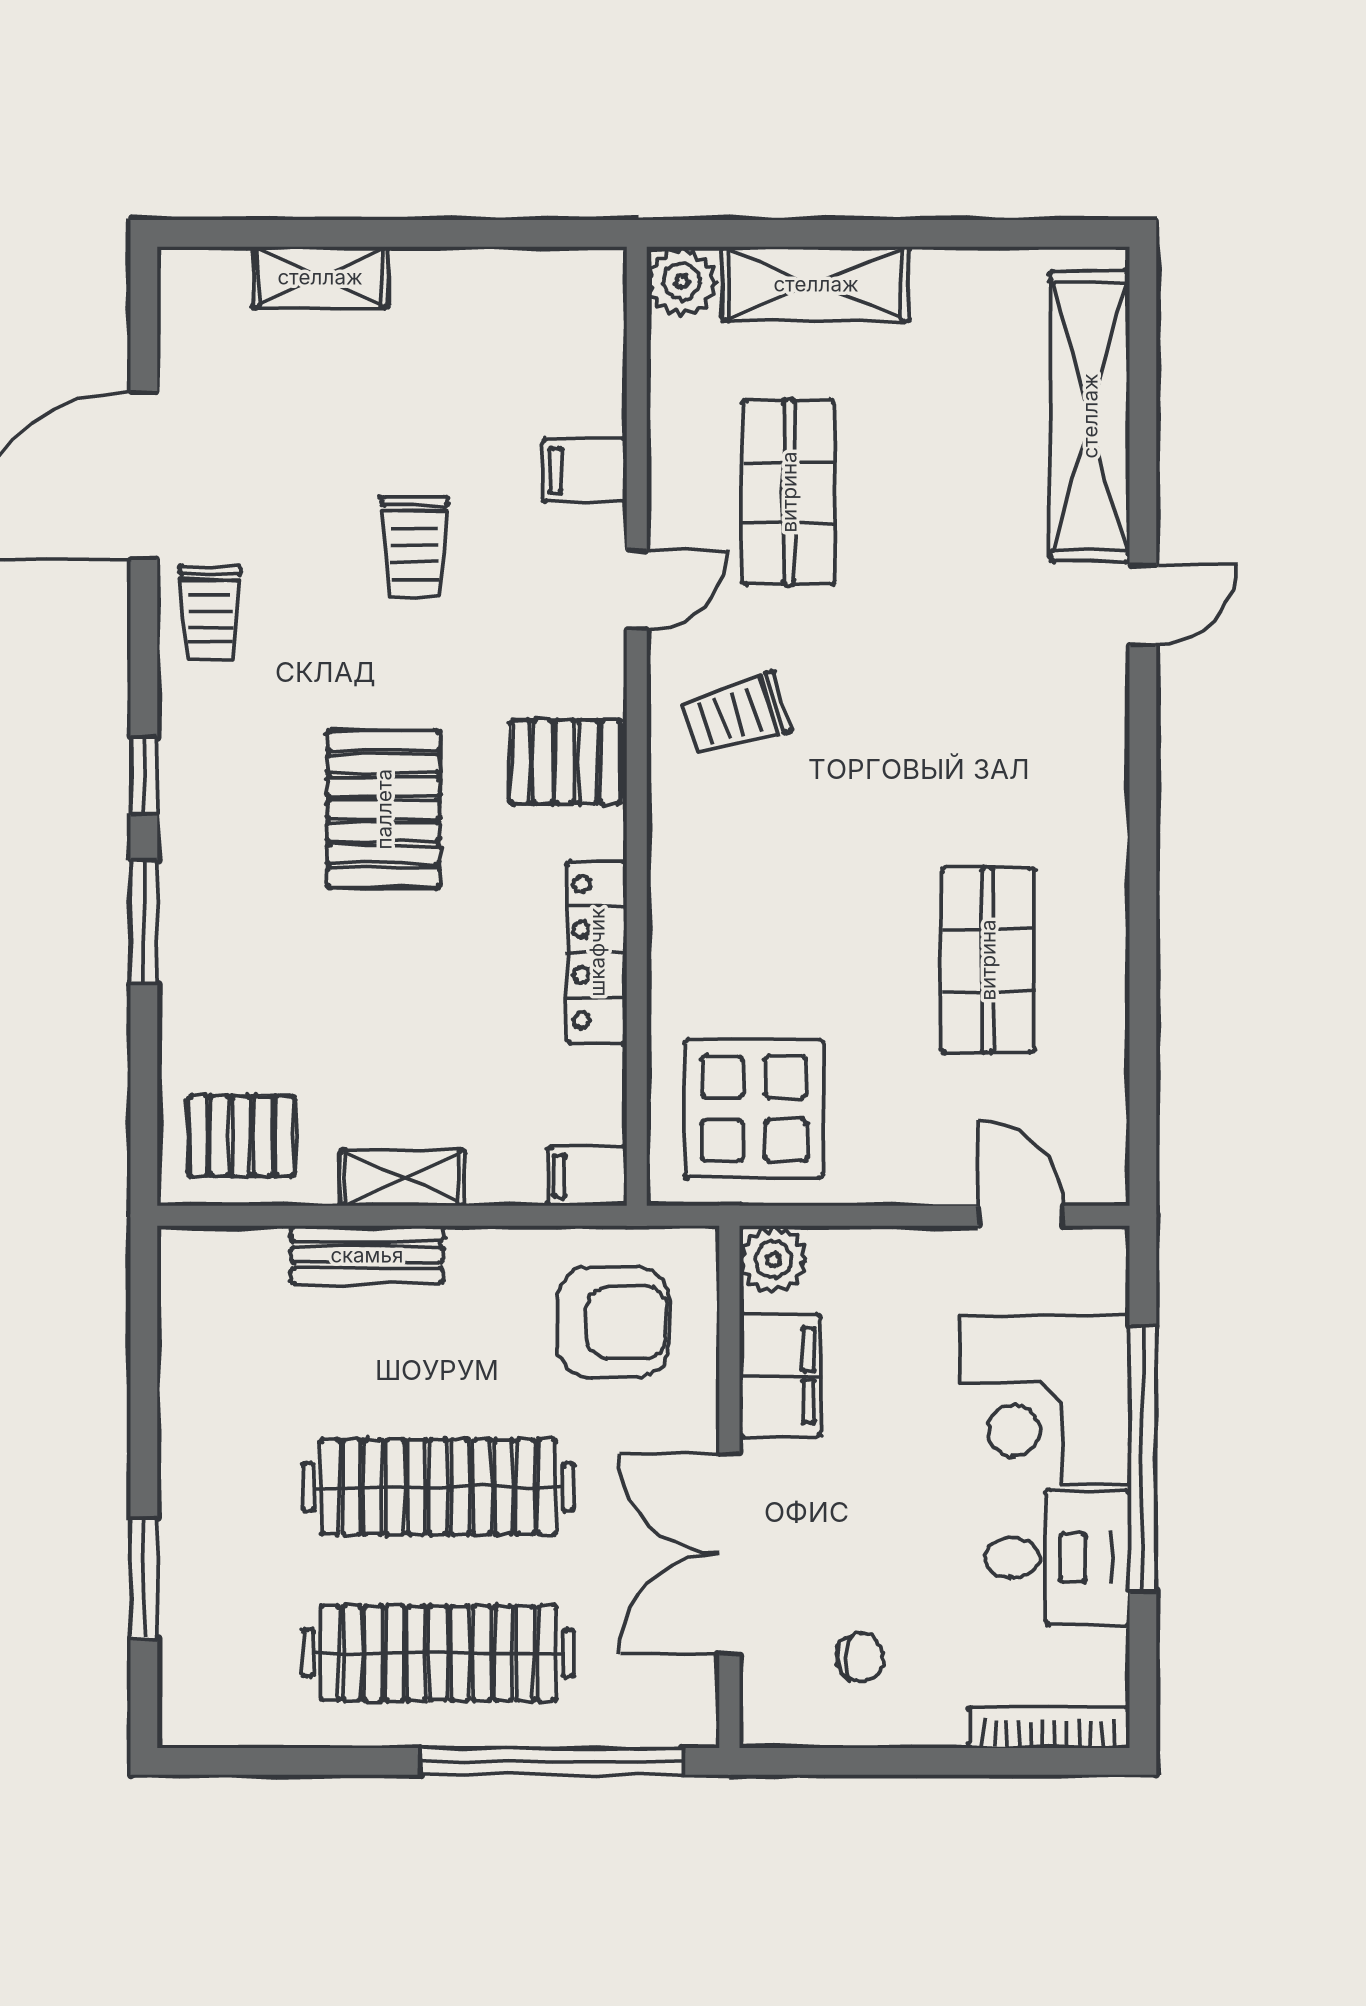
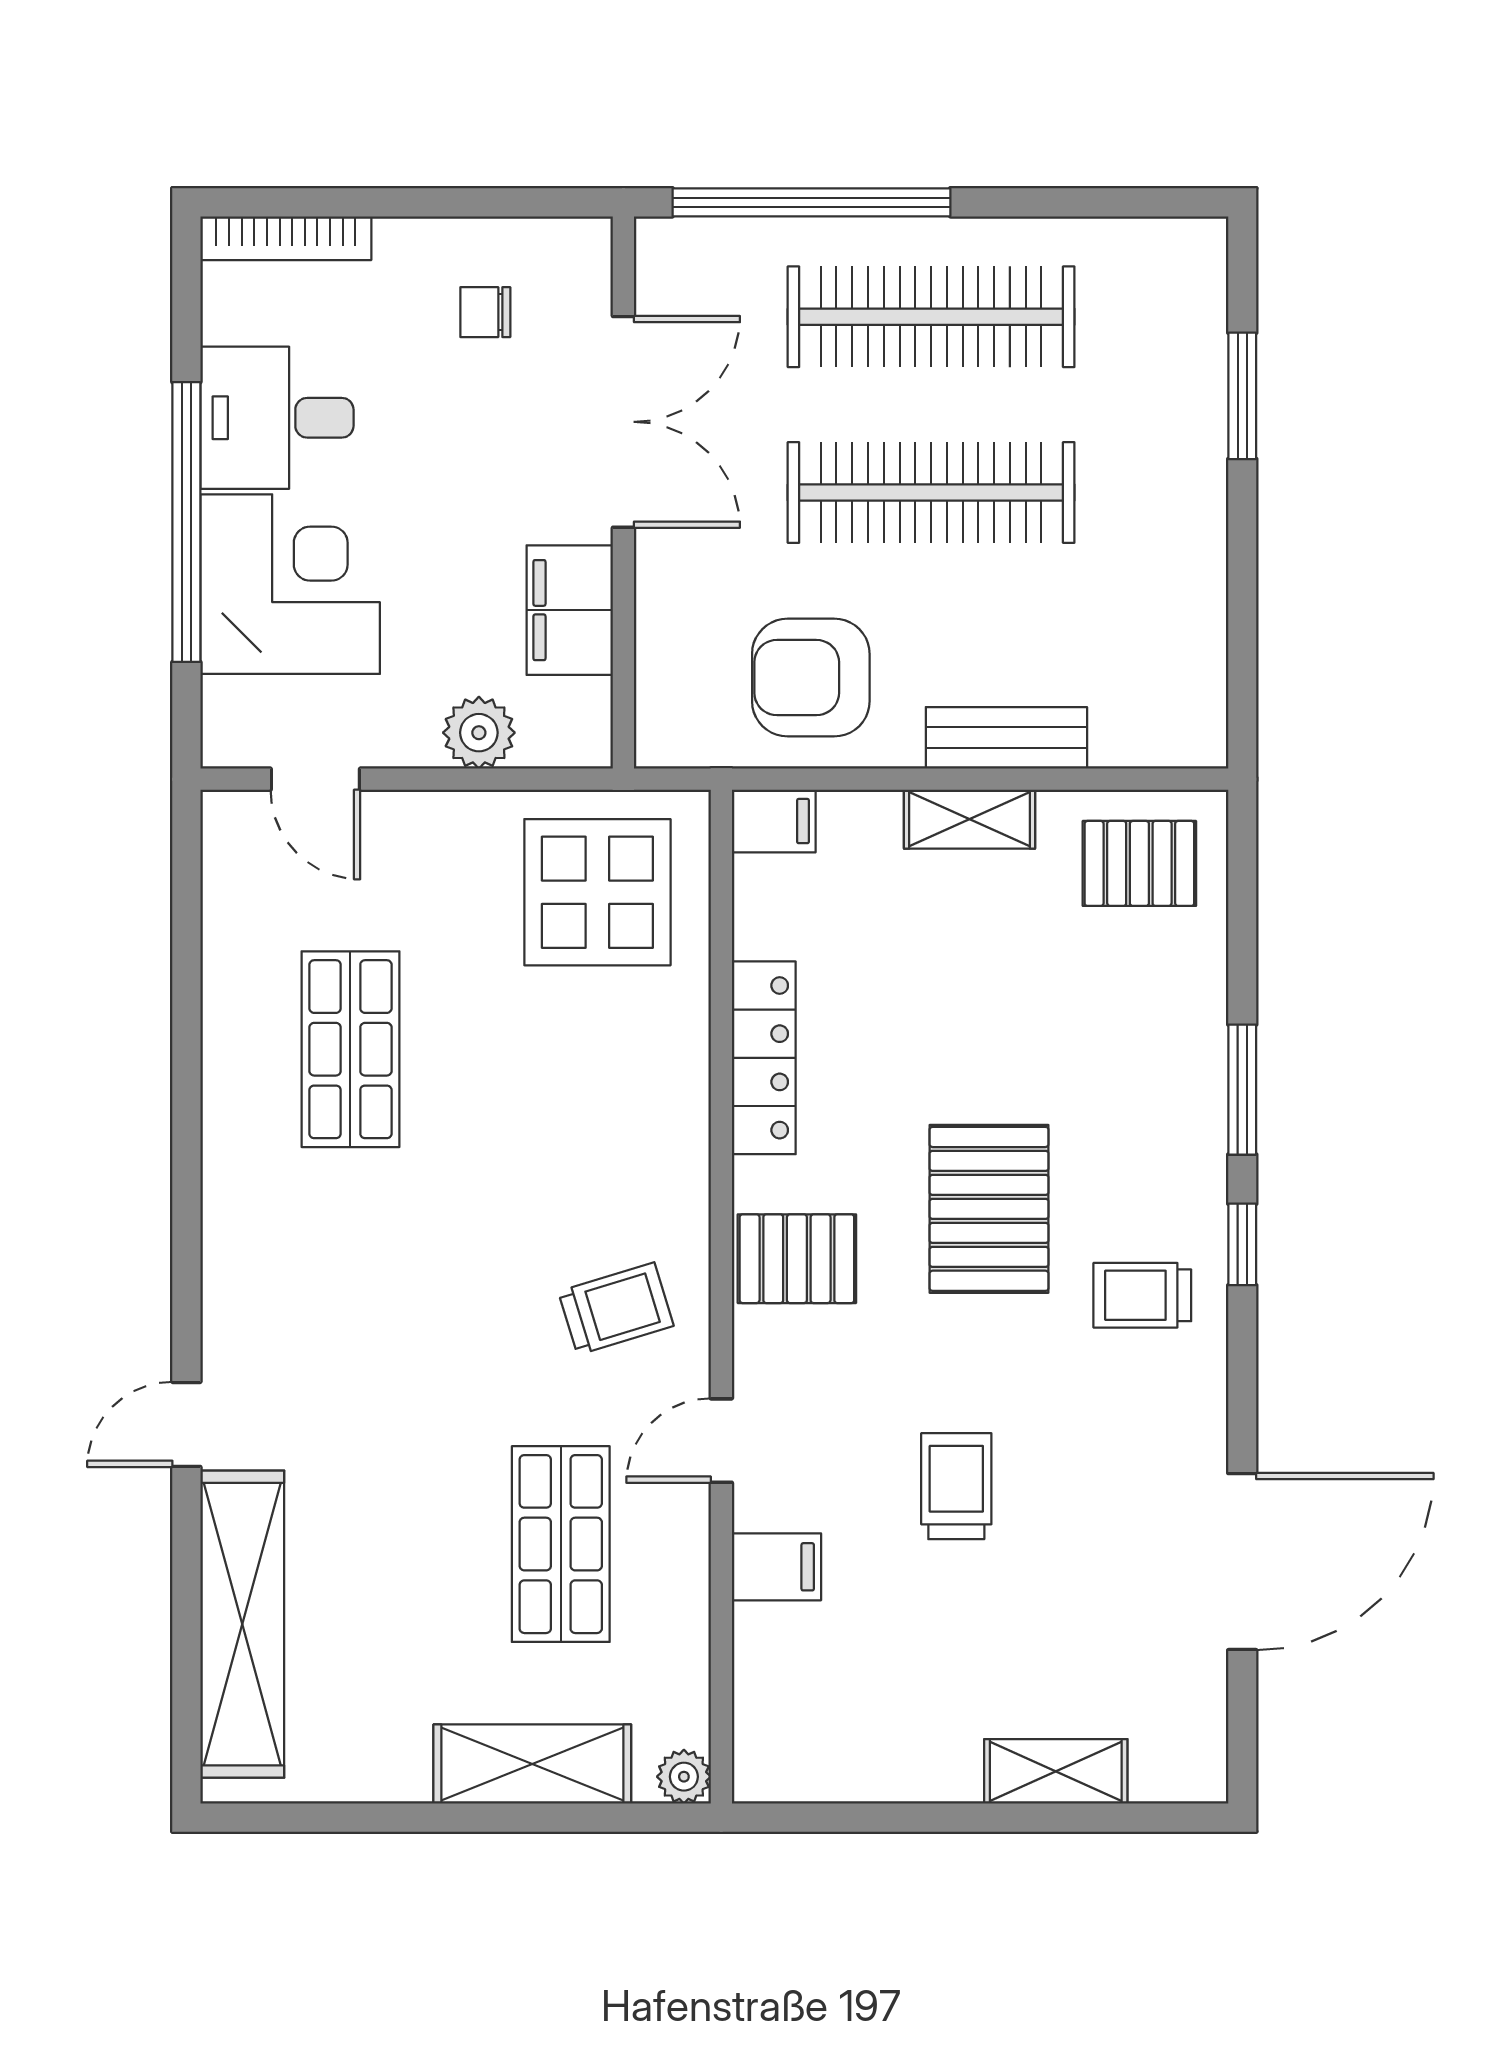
plant: (682, 282) -> (684, 1777), width x0.73, depth x0.73
trolley: (210, 613) -> (1142, 1295), moved, turned -90
plant: (773, 1260) -> (479, 733), moved
armchair: (613, 1322) -> (811, 678), moved

